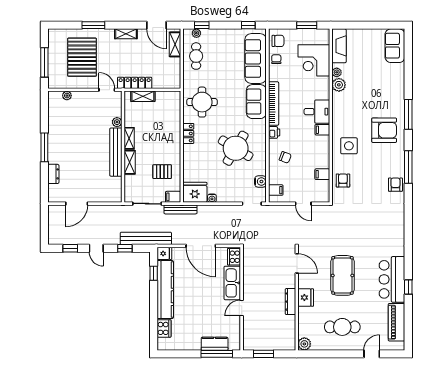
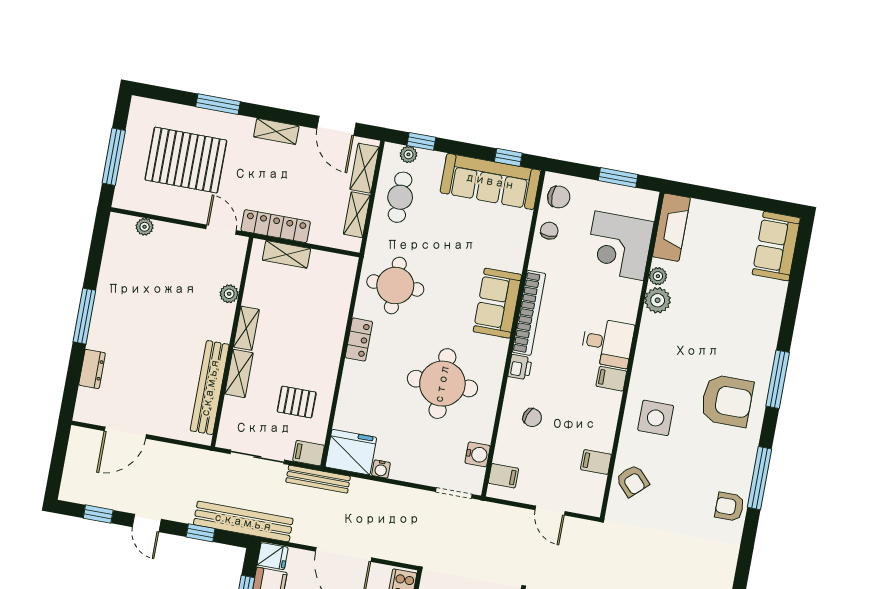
pallet: (82, 57) -> (186, 160), turned 90
sofa: (256, 58) -> (490, 181), moved, turned -90
shelving: (175, 69) -> (357, 215), added
round table: (236, 148) -> (442, 384), turned -31
bench: (116, 152) -> (210, 388), moved
armchair: (343, 180) -> (632, 481), turned 137
armchair: (395, 185) -> (729, 507), turned -90

